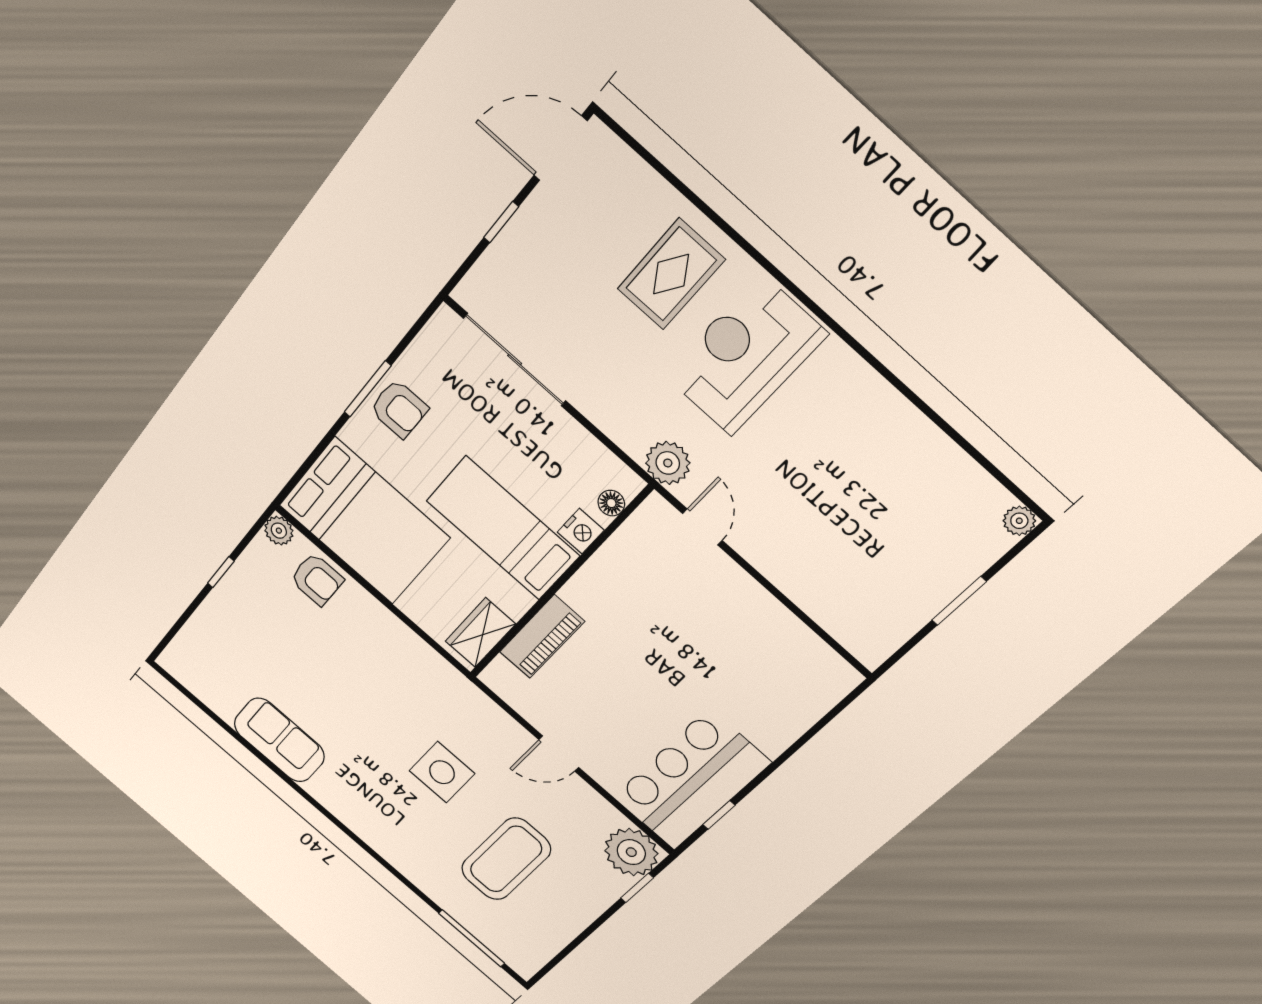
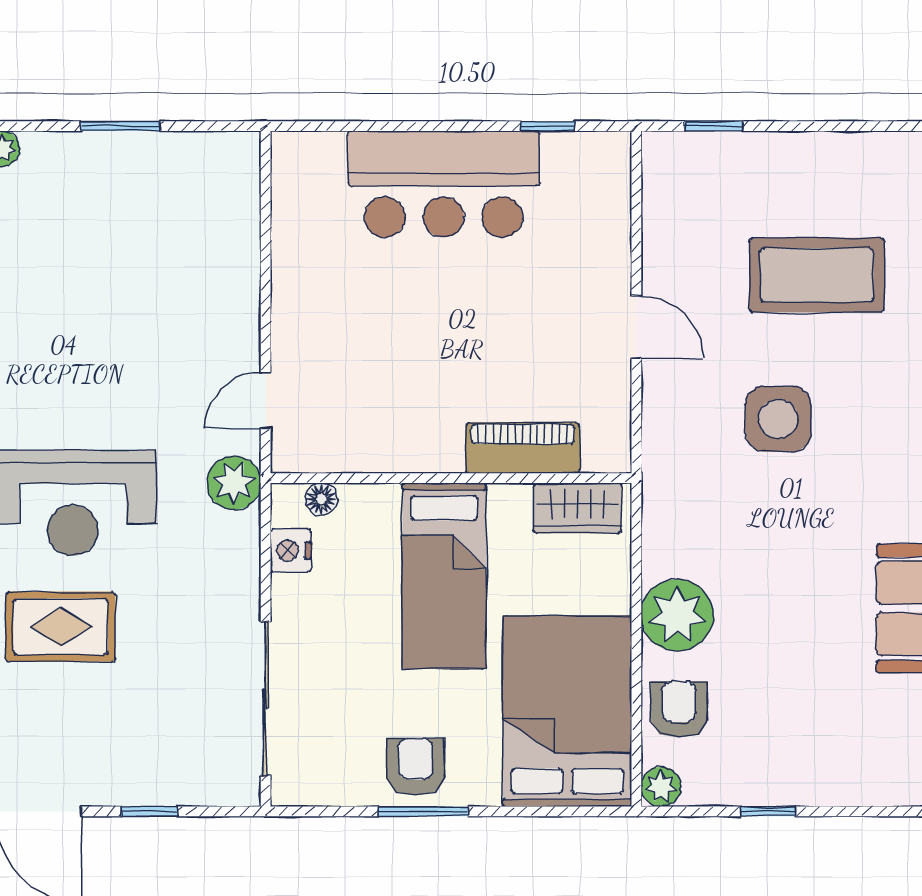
nightstand: (581, 531) -> (291, 550), moved, turned -90
bar counter: (691, 780) -> (444, 184), moved
plant: (631, 852) -> (677, 615), moved

